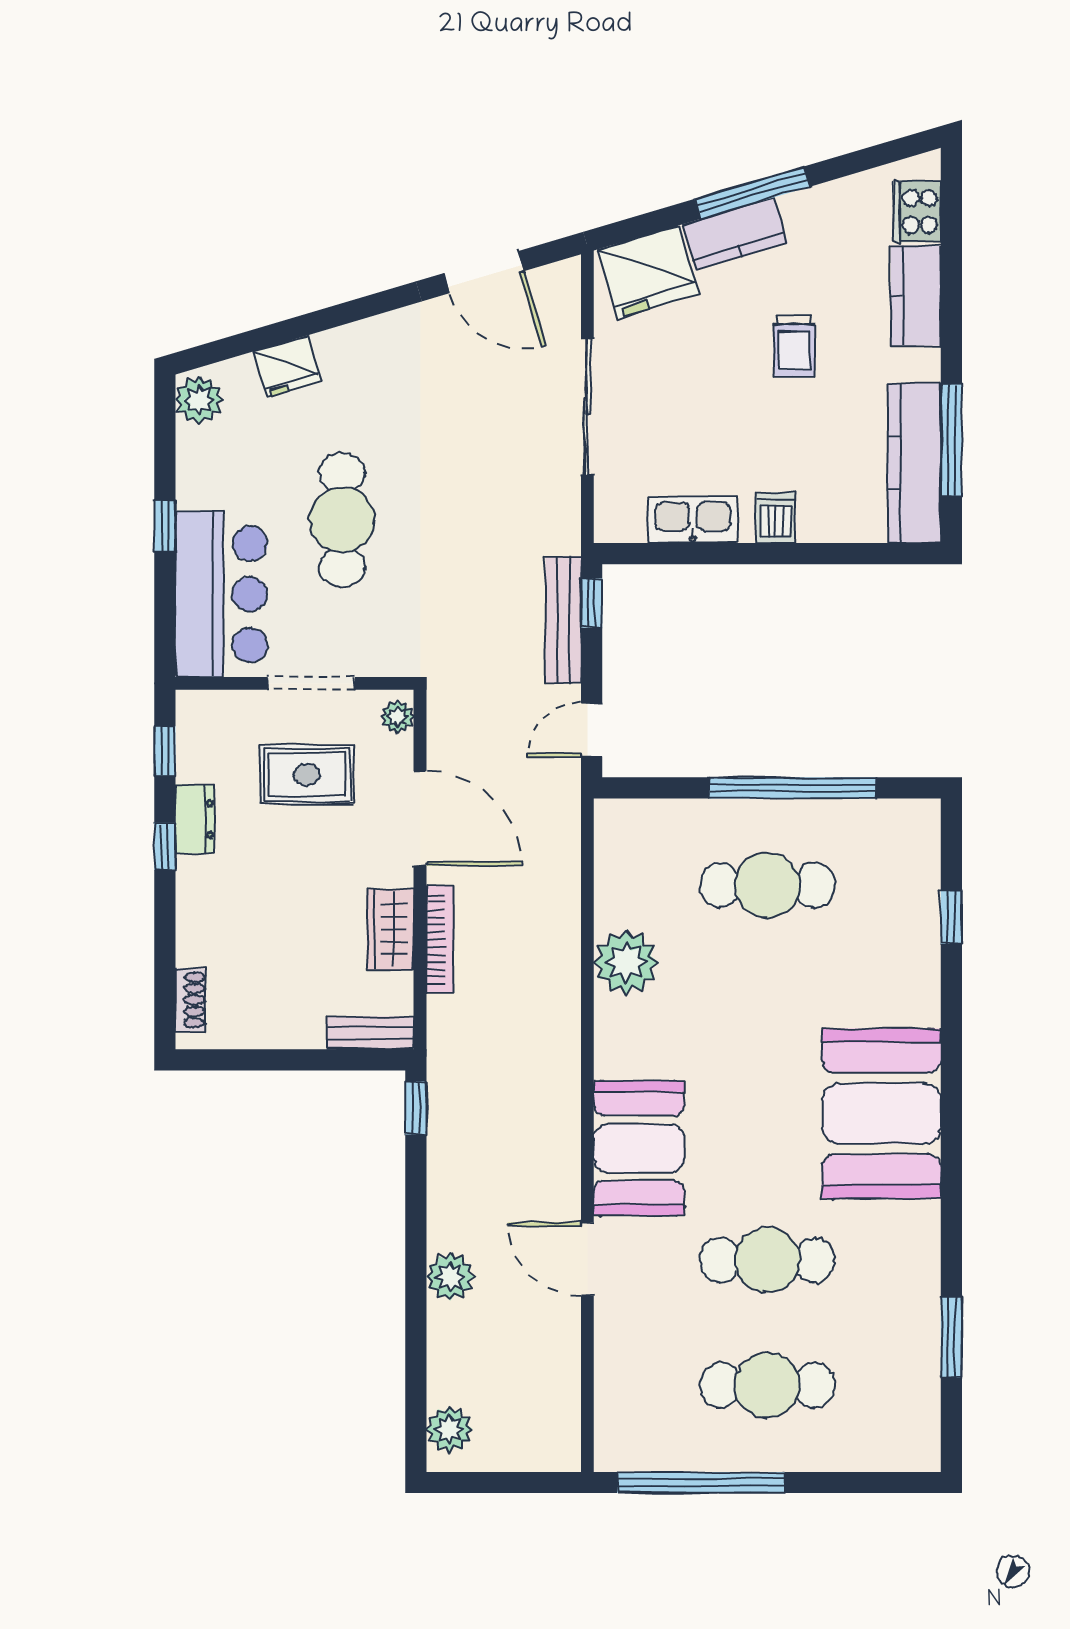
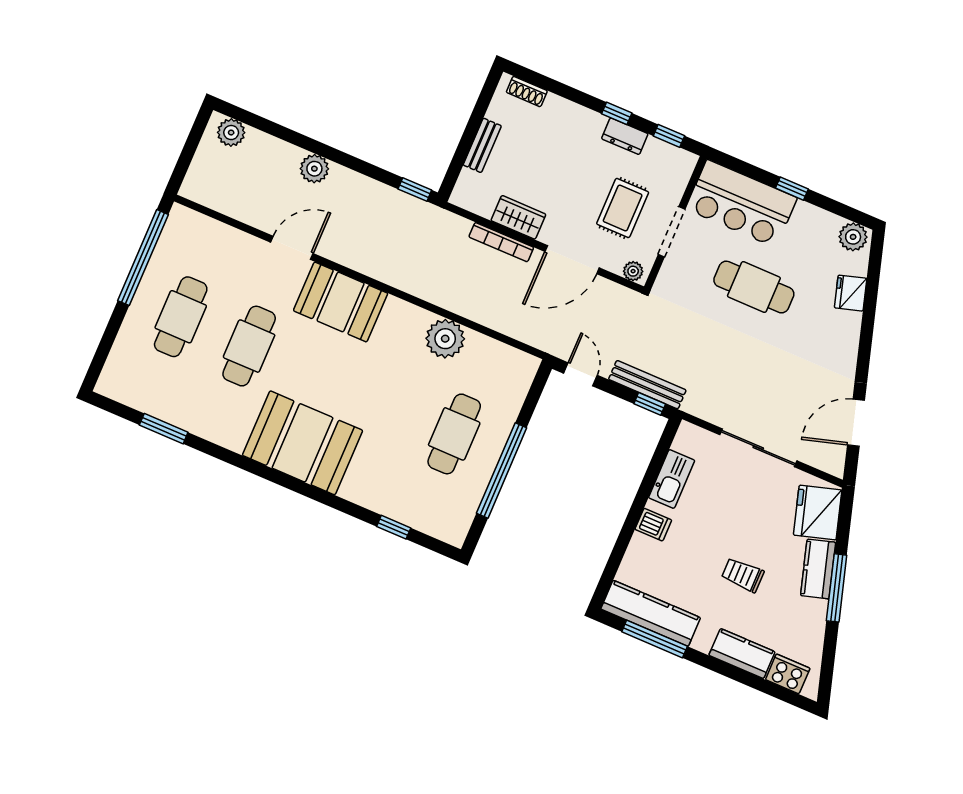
bench: (370, 1033) -> (482, 145), moved

